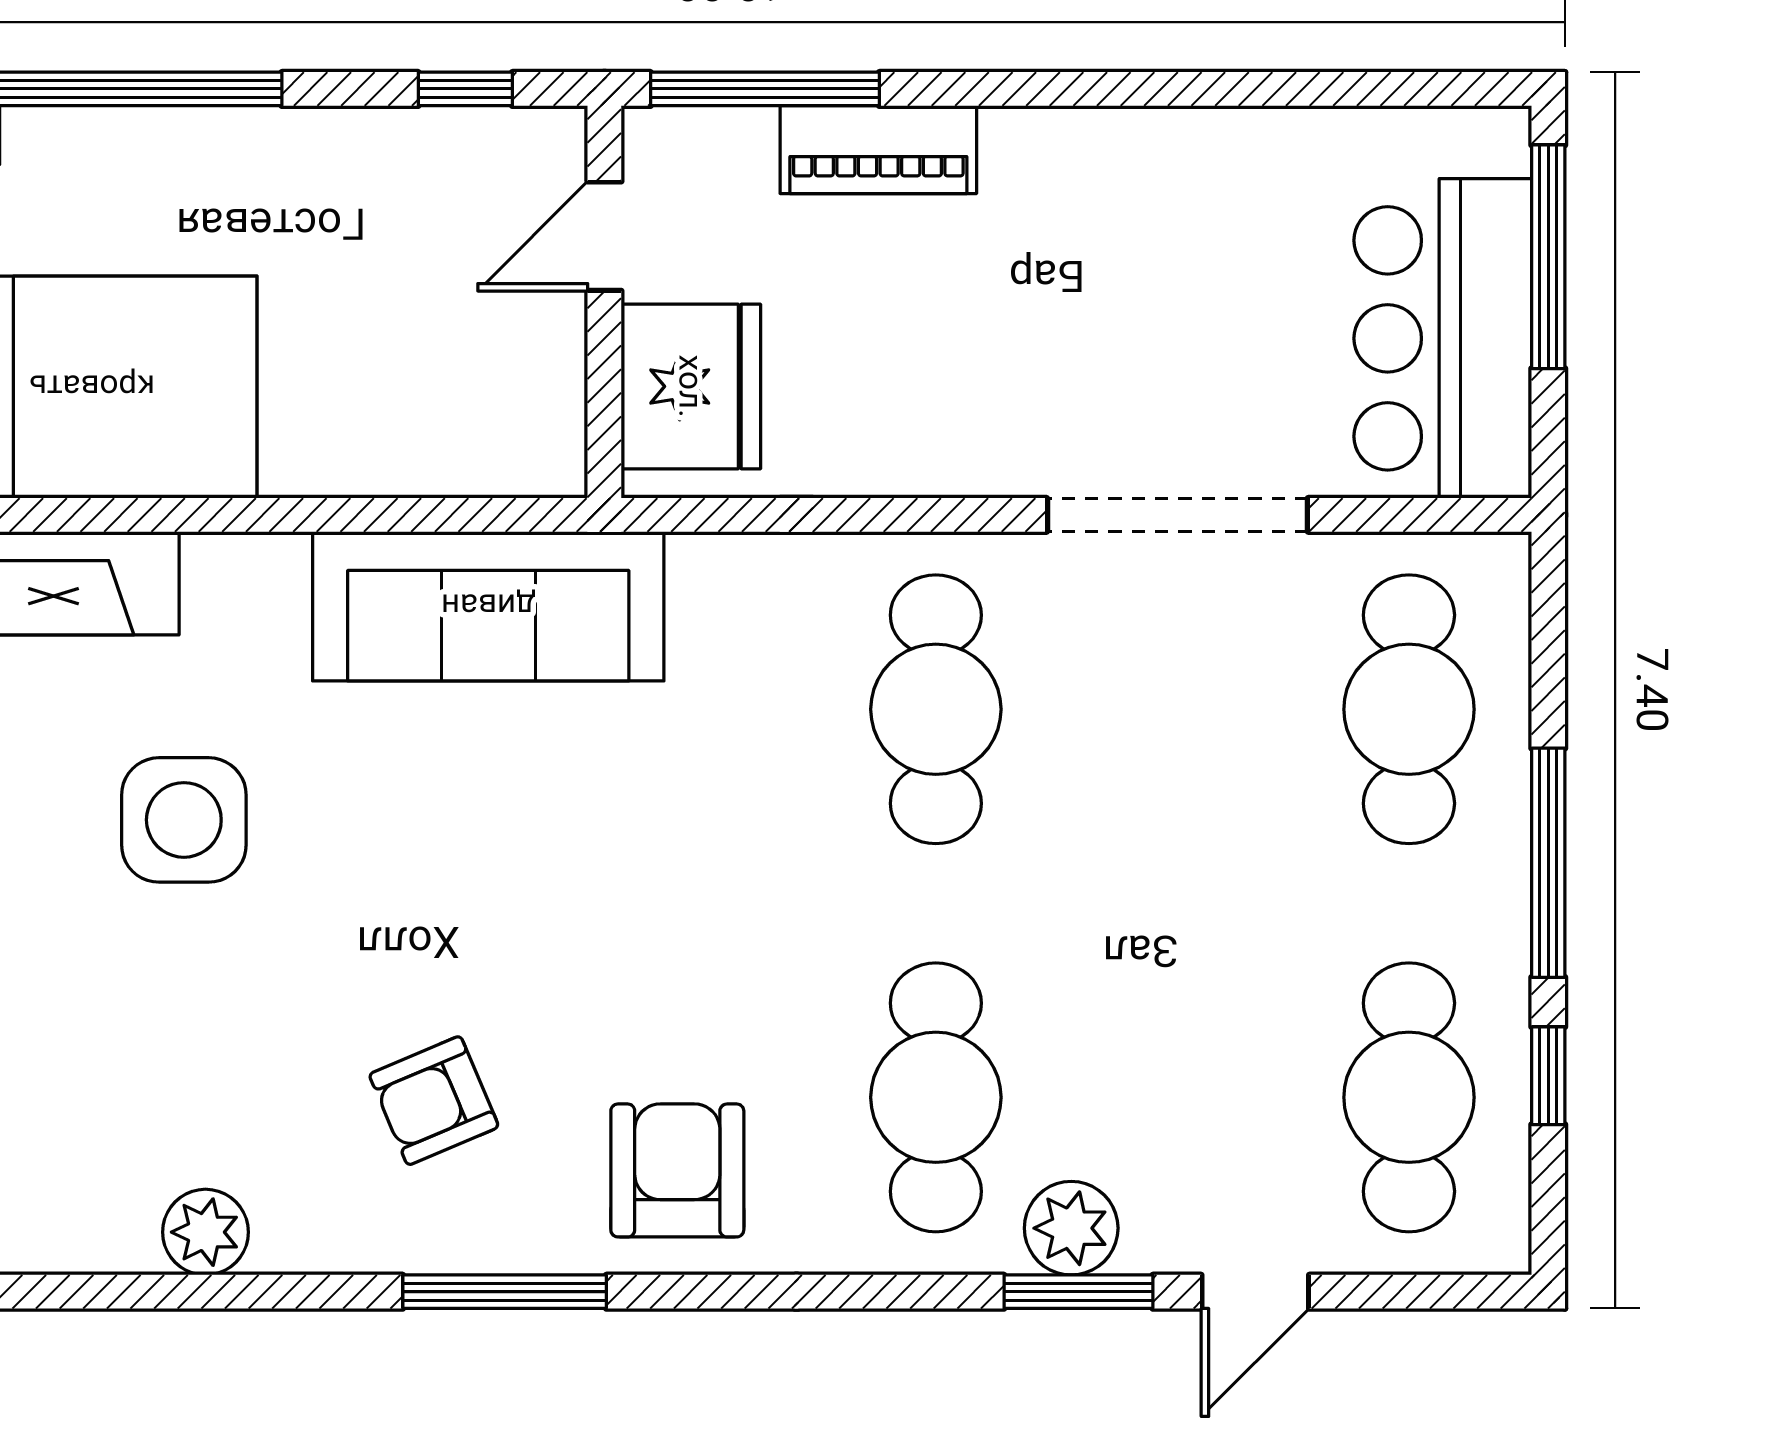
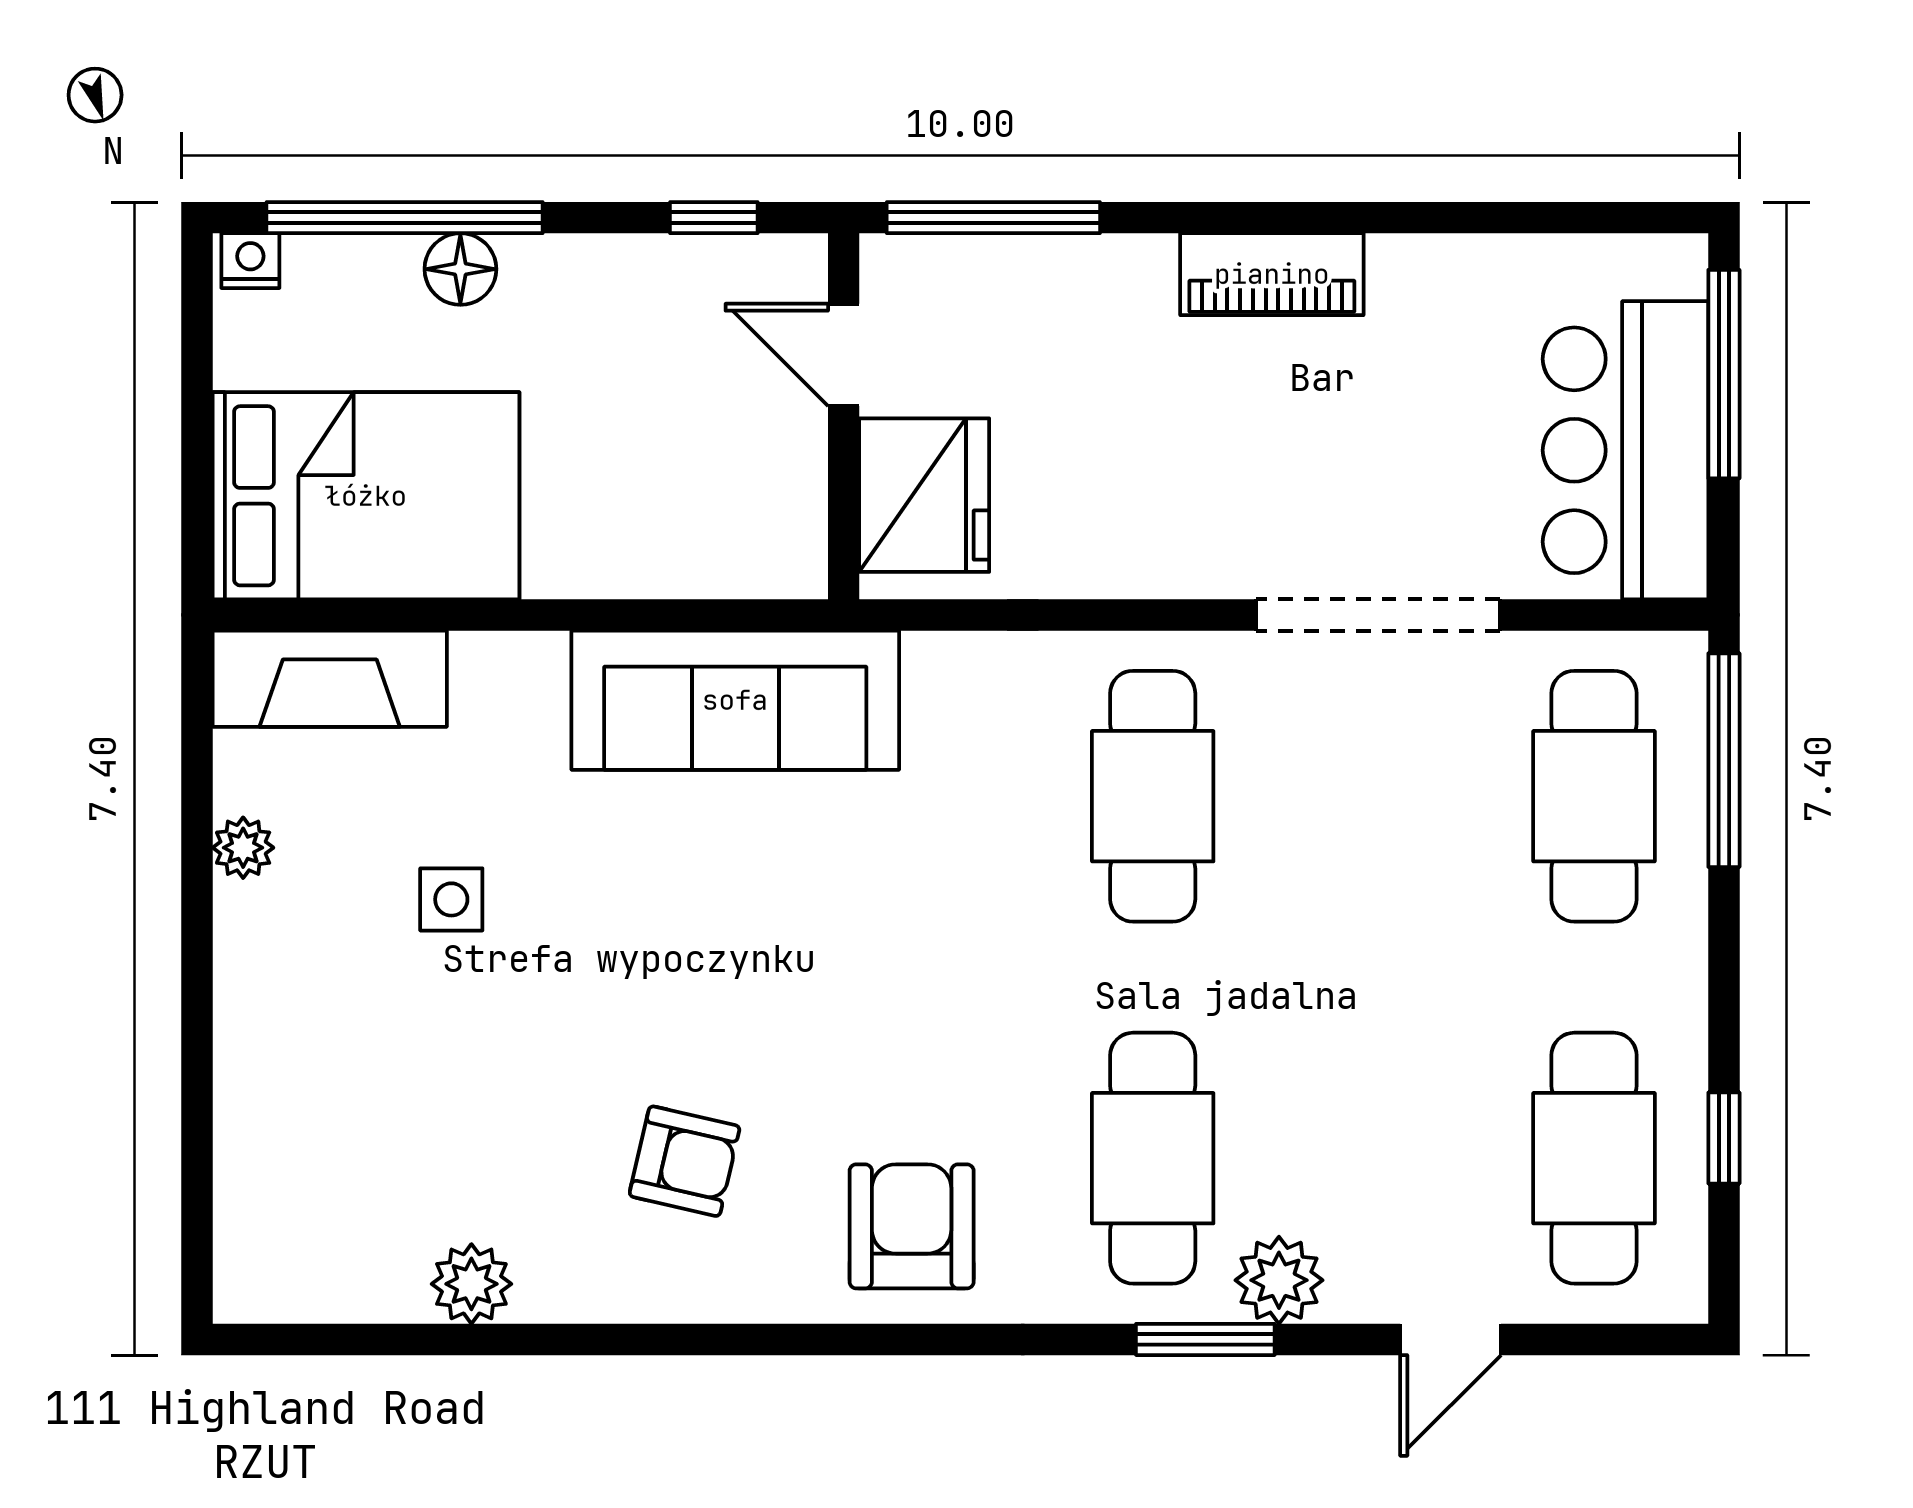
floor lamp: (194, 144) -> (460, 269), added
piano: (878, 150) -> (1272, 274), moved
door: (604, 236) -> (844, 355), hinge flipped
side table: (184, 820) -> (451, 899), width x0.54, depth x0.54
window: (1548, 863) -> (1724, 760), moved
armchair: (434, 1101) -> (685, 1161), turned -144
window: (505, 1292) -> (750, 1339), removed
window: (1078, 1292) -> (1205, 1339), moved

